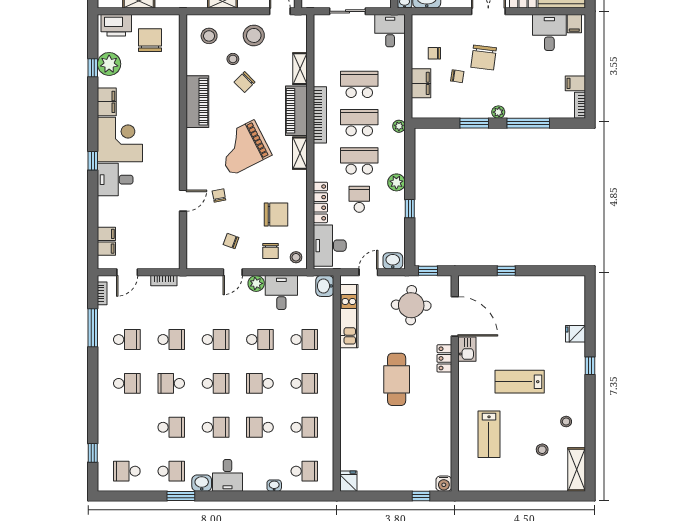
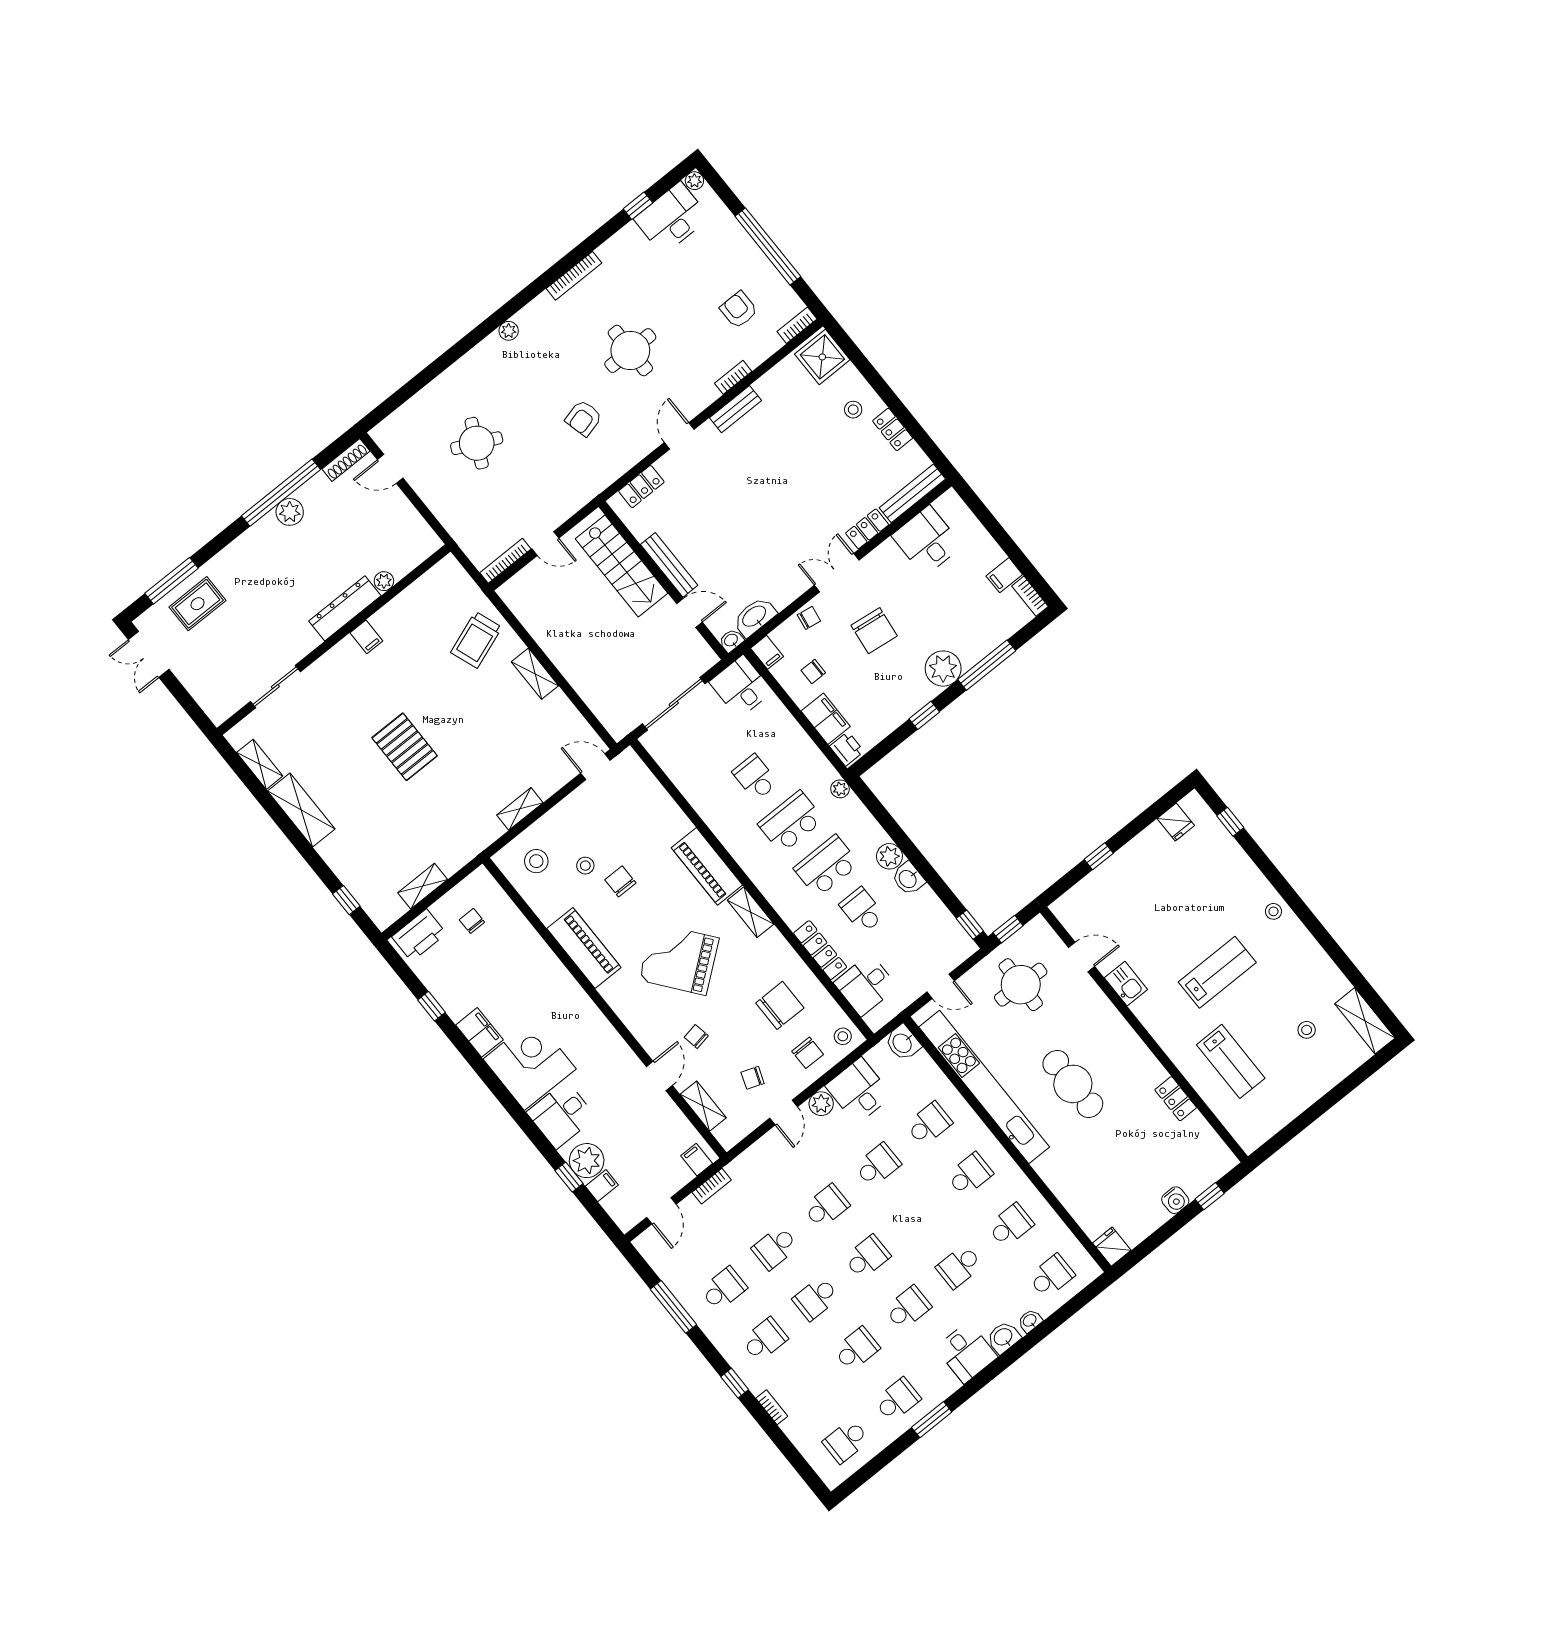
sliding door: (348, 11) -> (674, 704), width x1.37
filing cabinet: (574, 24) -> (767, 652), moved
stool: (254, 35) -> (588, 819), removed
chair: (150, 40) -> (472, 921), width x0.54, depth x0.54
plant: (109, 64) -> (587, 1161), moved
shelving: (300, 69) -> (703, 1106), moved
chair: (457, 76) -> (809, 618), moved
chair: (245, 82) -> (620, 881), turned 135
school desk: (359, 84) -> (755, 777), width x0.54
printer: (419, 108) -> (847, 749), added
plant: (498, 112) -> (943, 669), width x1.87, depth x1.87
bookcase: (320, 115) -> (738, 849), removed
window: (474, 123) -> (924, 715), width x0.67
grand piano: (243, 148) -> (679, 959), turned 79
window: (93, 161) -> (569, 1177), moved
window: (410, 209) -> (970, 925), moved
desk: (330, 246) -> (866, 985), width x0.73
filing cabinet: (106, 249) -> (697, 1160), moved, turned -90
washbasin: (393, 261) -> (908, 879), moved, turned -90
door: (368, 272) -> (941, 986), swing flipped
bookcase: (102, 293) -> (772, 1407), moved
kitchen unit: (349, 316) -> (984, 1087), width x1.86
door: (455, 316) -> (1082, 957), width x0.53
fridge: (575, 334) -> (1176, 822), moved, turned -90
school desk: (171, 340) -> (775, 1248), turned 180
locker: (444, 358) -> (1176, 1099), moved
window: (590, 366) -> (1230, 822), moved
lab bench: (520, 382) -> (1217, 972), turned 180
school desk: (260, 383) -> (918, 1216), removed
stool: (566, 422) -> (1273, 911), moved
window: (93, 453) -> (735, 1383), moved
washbasin: (202, 483) -> (1003, 1337), moved
water cooler: (444, 484) -> (1175, 1200), moved

